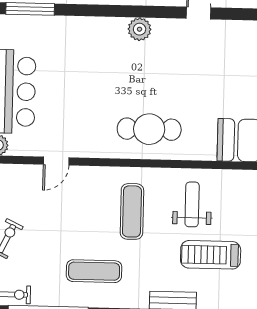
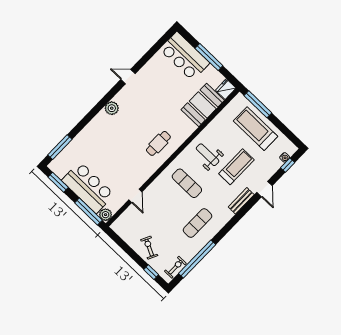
cafe table: (149, 129) -> (158, 143), width x0.73, depth x0.74
treadmill: (211, 255) -> (236, 167), turned 180

